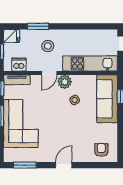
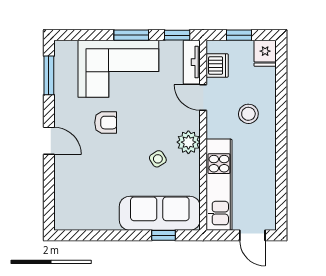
window: (38, 26) -> (281, 98), removed
door: (49, 73) -> (203, 98), moved
armchair: (101, 150) -> (106, 123), moved

